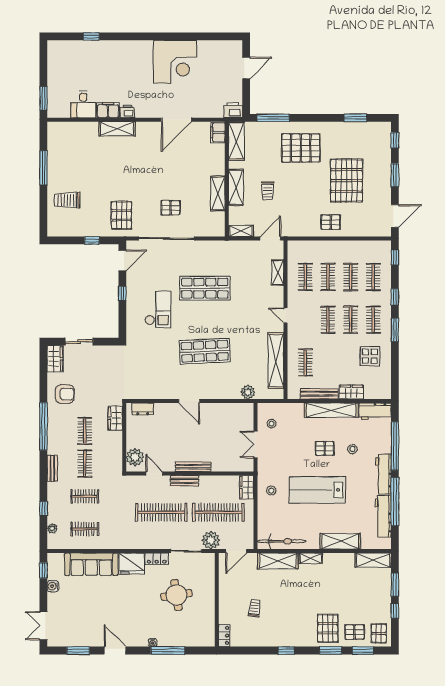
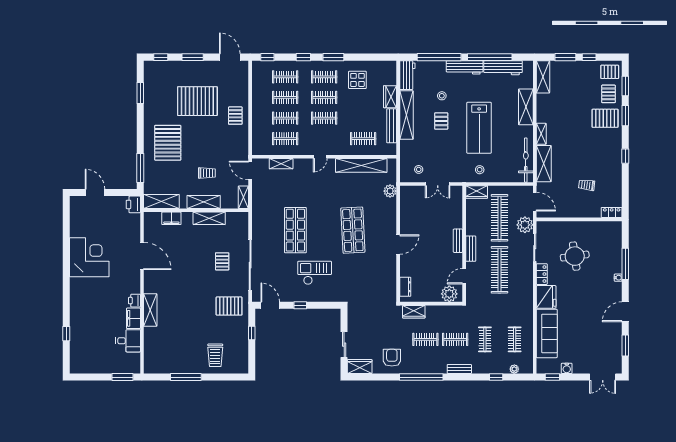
filing cabinet: (218, 132) -> (171, 218), moved
bench: (193, 467) -> (458, 241), width x0.73

